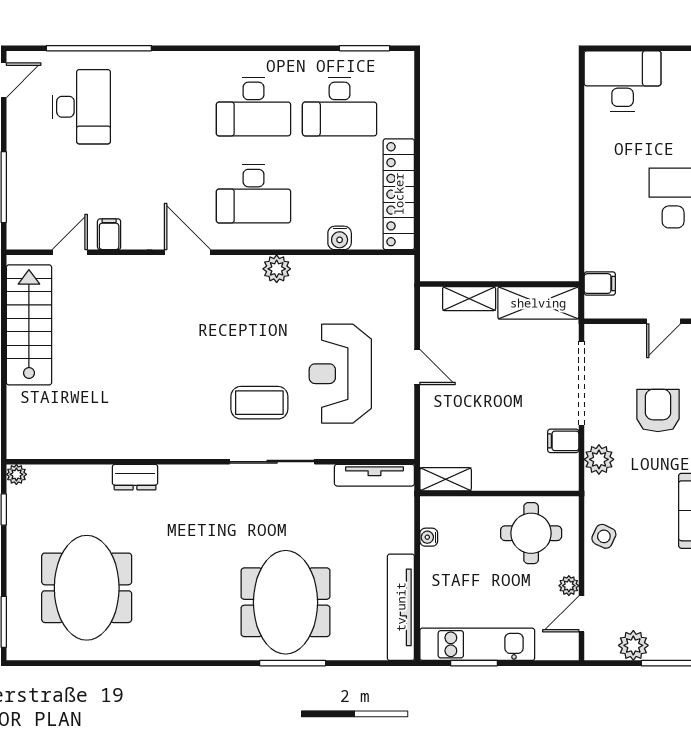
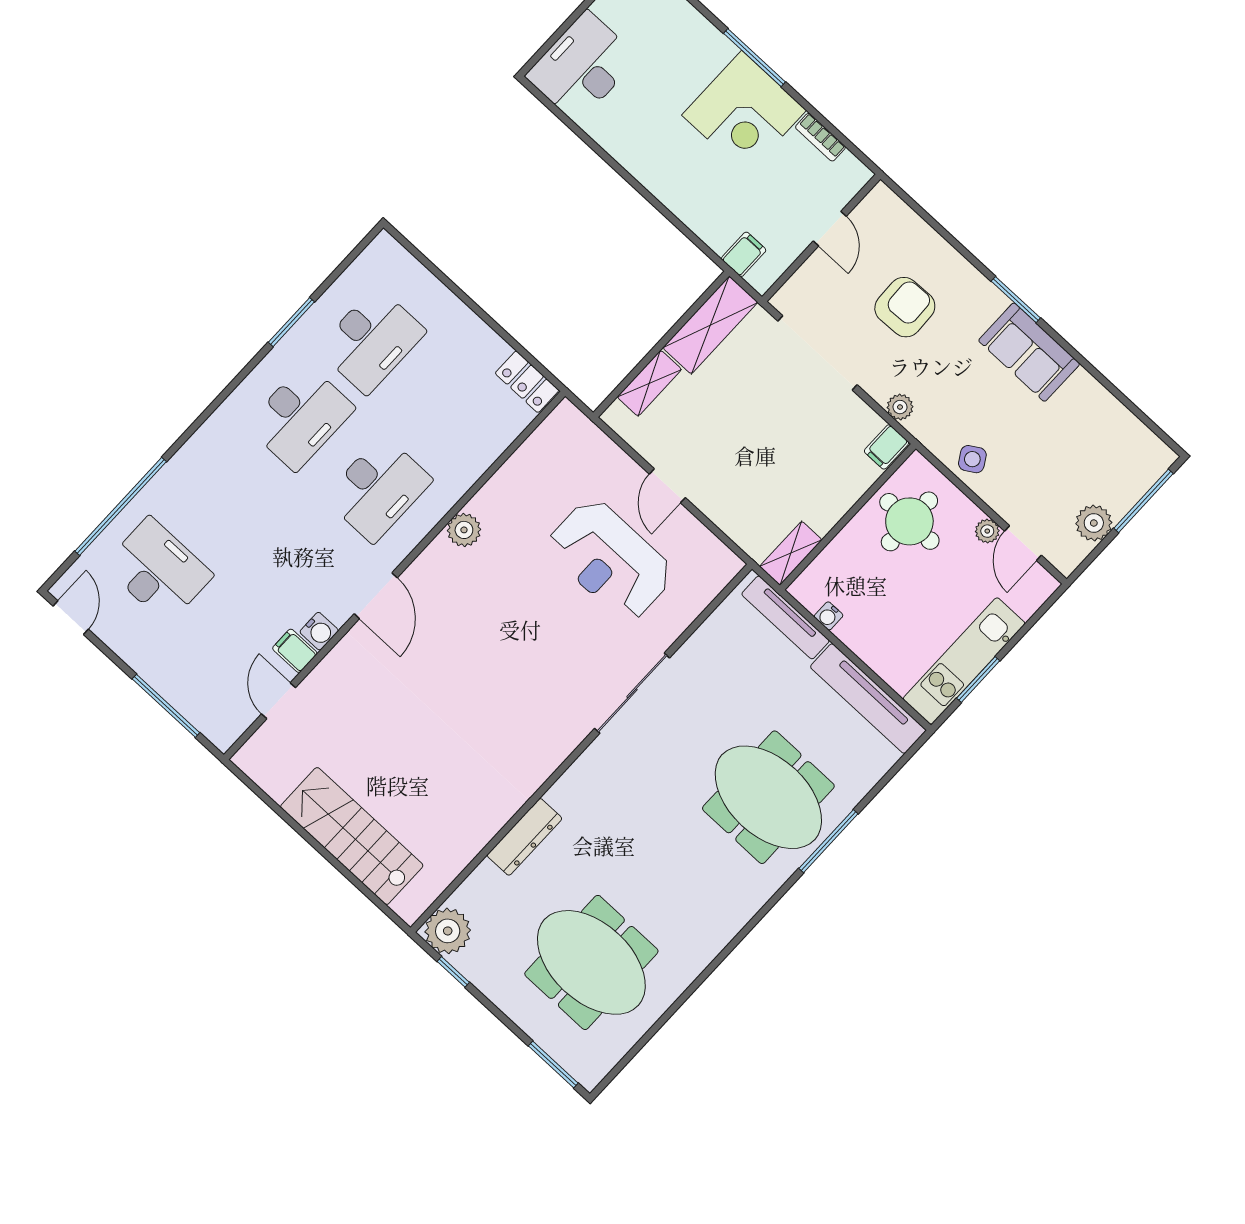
window: (364, 48) -> (291, 322), moved
locker: (399, 194) -> (527, 382), width x0.46, depth x0.83
water cooler: (340, 238) -> (319, 631), moved
door: (188, 252) -> (376, 596), swing flipped
stairs: (29, 325) -> (352, 836), moved
door: (417, 367) -> (667, 486), swing flipped
coffee table: (259, 403) -> (569, 656), removed
armchair: (658, 410) -> (905, 307), turned 88
filing cabinet: (563, 441) -> (886, 447), moved
plant: (599, 459) -> (900, 407), width x0.73, depth x0.73
plant: (16, 474) -> (448, 931), width x1.87, depth x1.87
tv unit: (374, 475) -> (785, 617), moved, turned 90
dresser: (135, 477) -> (524, 837), width x1.44
side table: (604, 536) -> (972, 459), turned 34

